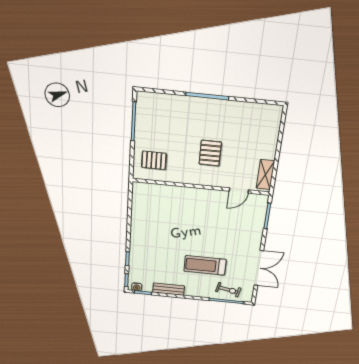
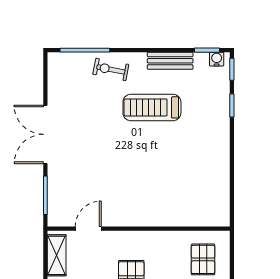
pallet: (154, 160) -> (203, 259), turned 90
treadmill: (205, 265) -> (152, 107), moved, turned 180
double door: (259, 268) -> (45, 134), moved
exercise bike: (228, 290) -> (111, 69), moved

